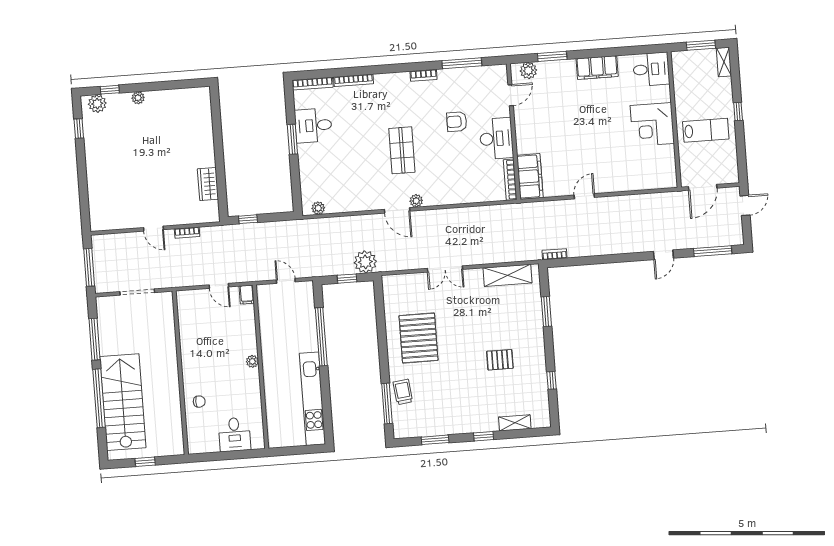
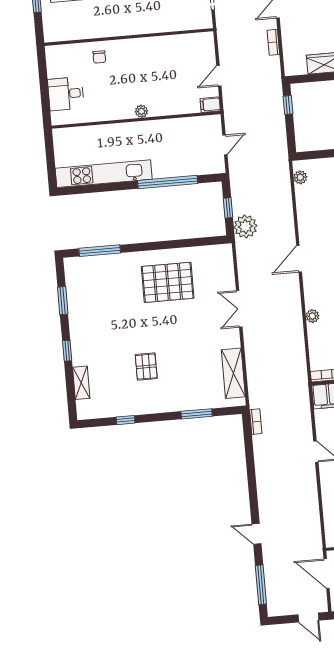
plant: (416, 201) -> (312, 316), moved
trolley: (403, 392) -> (112, 267), removed

